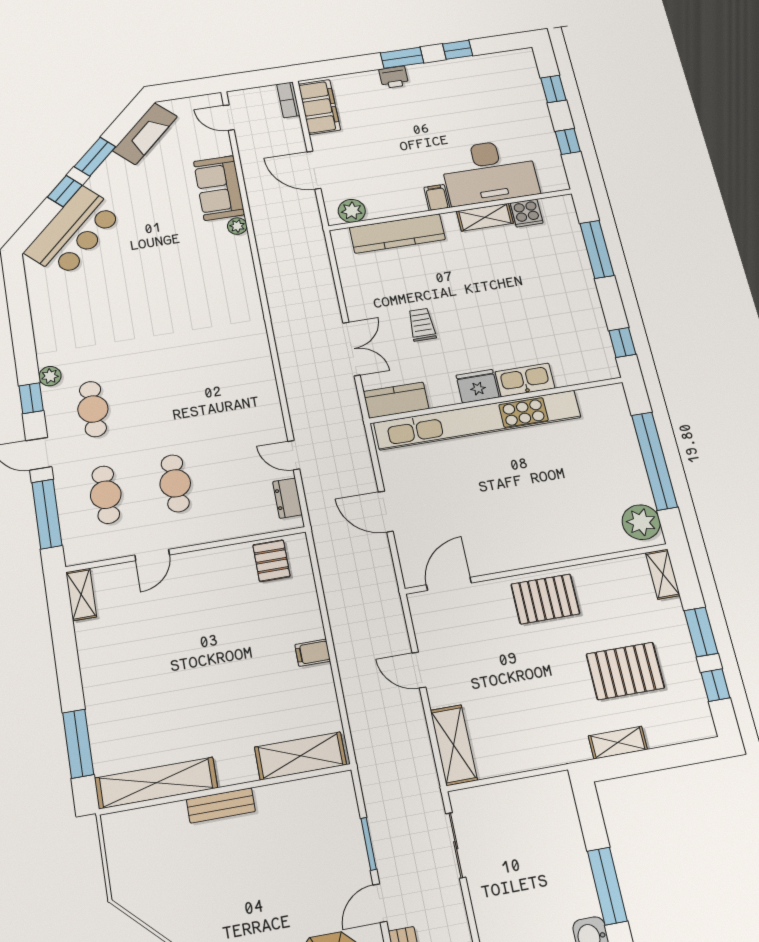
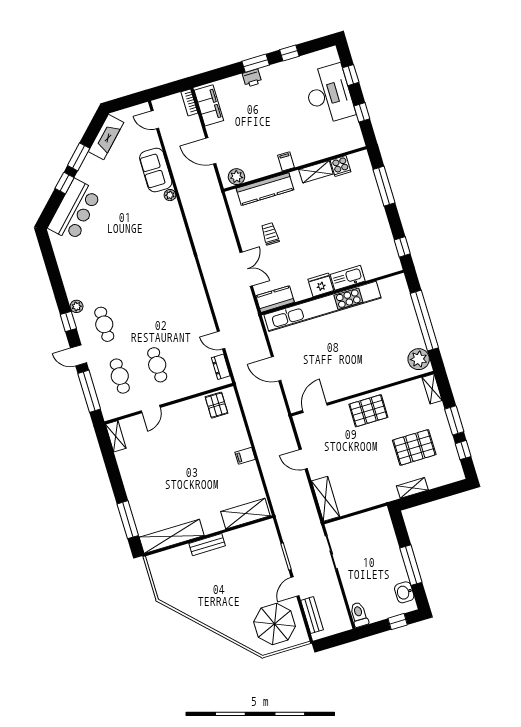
desk: (489, 172) -> (329, 94), moved, turned -90
trolley: (422, 325) -> (270, 234), moved

